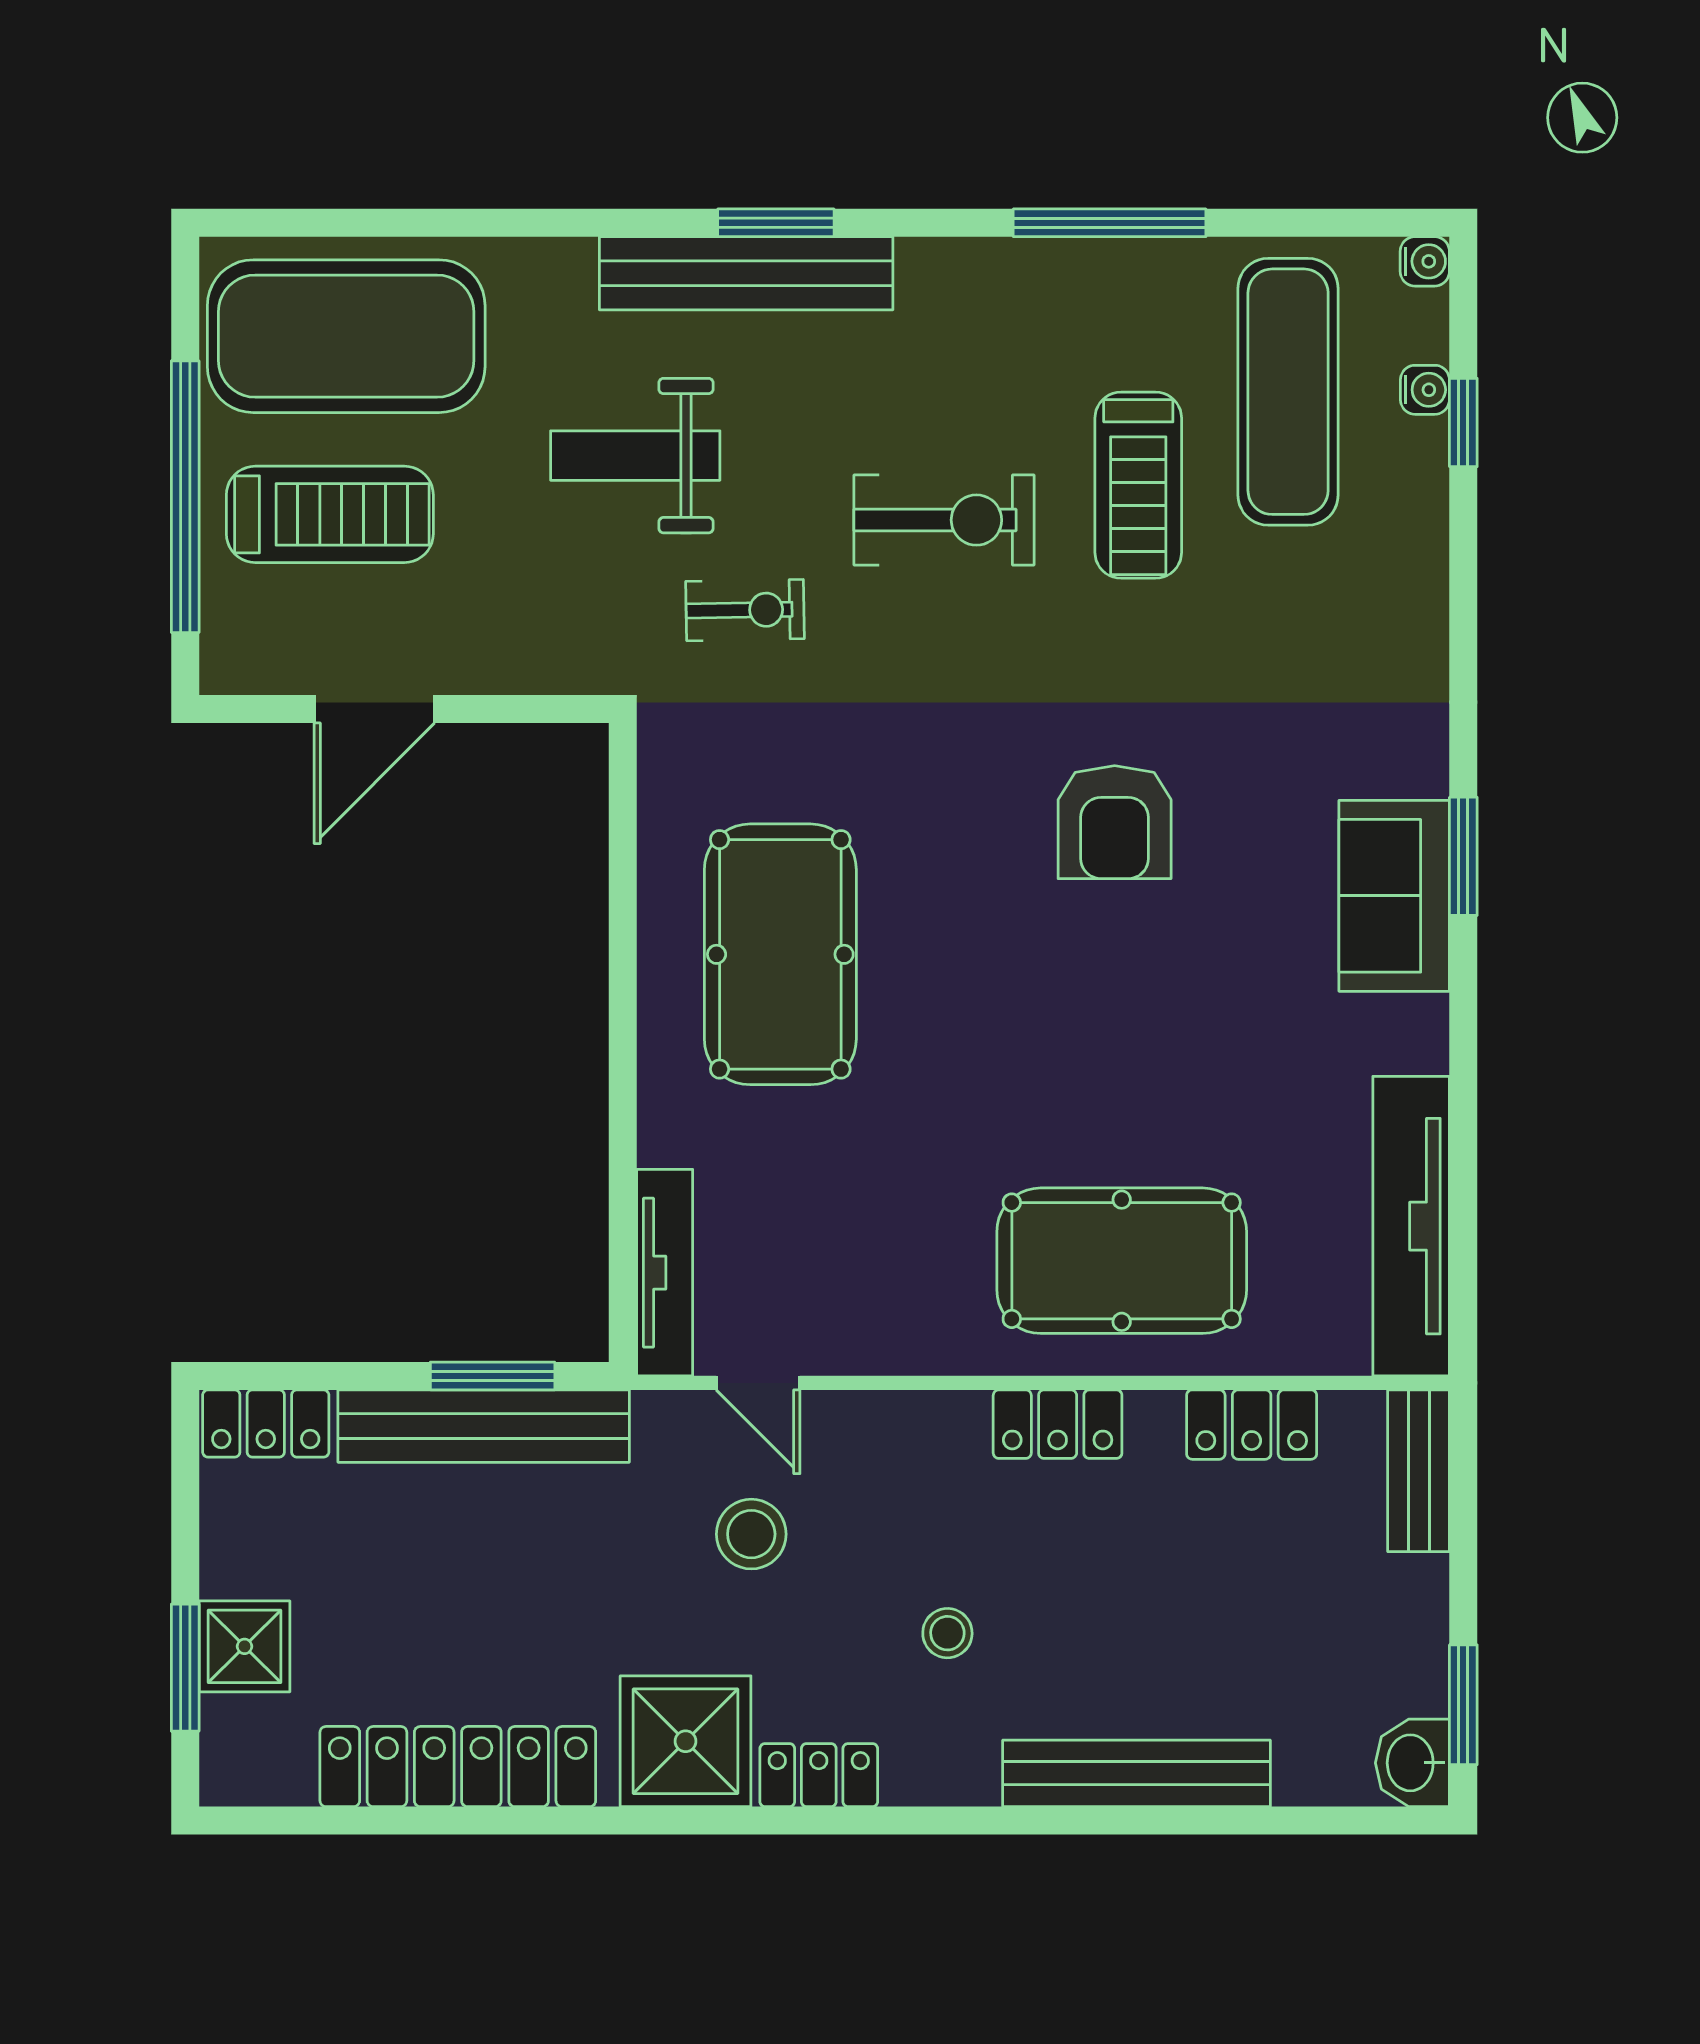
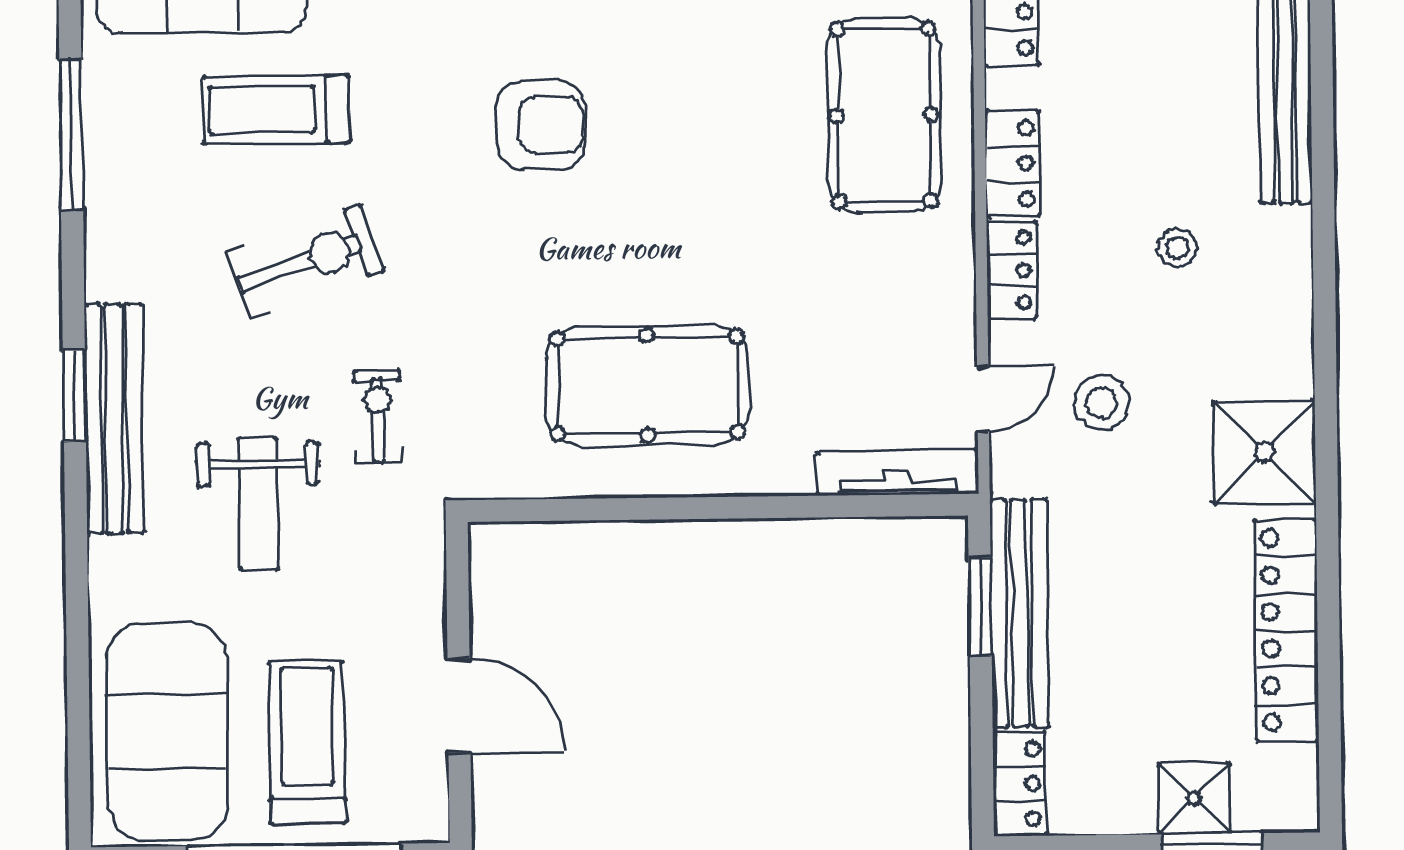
treadmill: (1138, 485) -> (276, 110), turned 180
exercise bike: (944, 520) -> (306, 261), turned 71
locker: (819, 1775) -> (1012, 270), moved, turned 180

